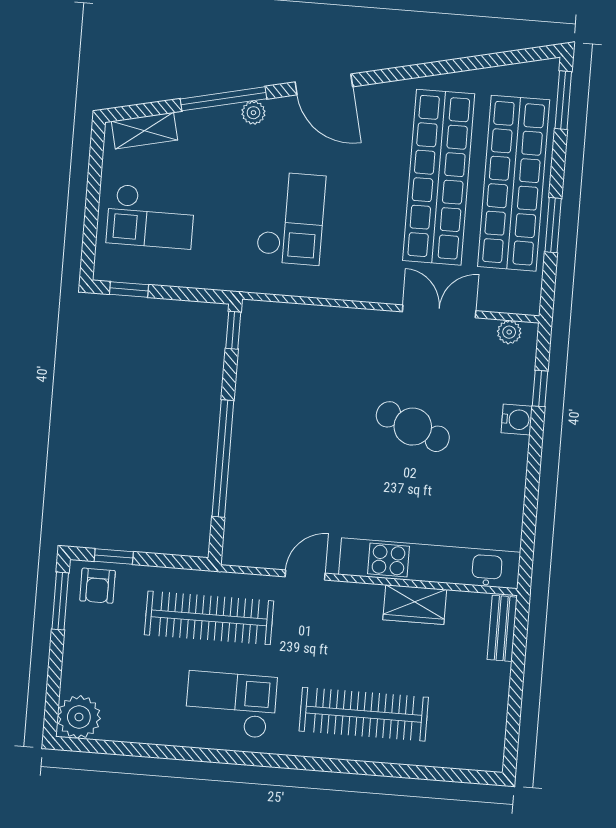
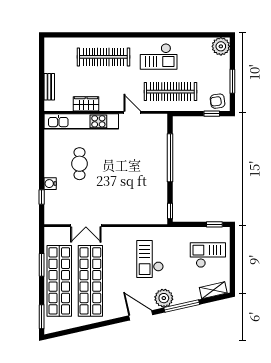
plant: (253, 113) -> (164, 298), width x1.87, depth x1.87
plant: (509, 332) -> (56, 219), removed
cafe table: (413, 427) -> (79, 164), moved, turned 68
door: (305, 575) -> (132, 112), swing flipped
armchair: (97, 586) -> (218, 101), turned -98
window: (60, 601) -> (232, 81), moved
bench: (502, 628) -> (49, 87), moved

